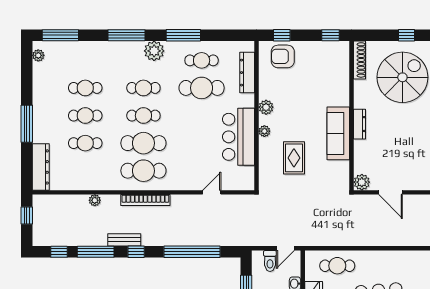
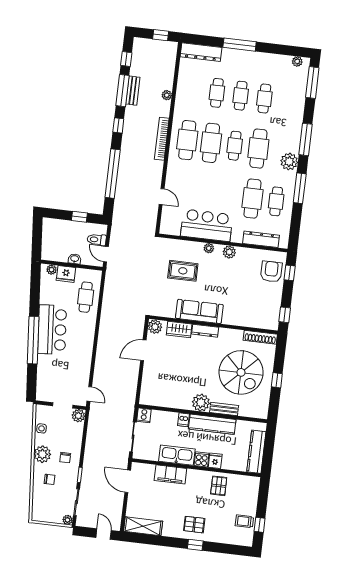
cafe table: (143, 88) -> (258, 149), width x1.37, depth x1.35
wardrobe: (362, 154) -> (179, 330), added
bench: (124, 240) -> (133, 91), moved

